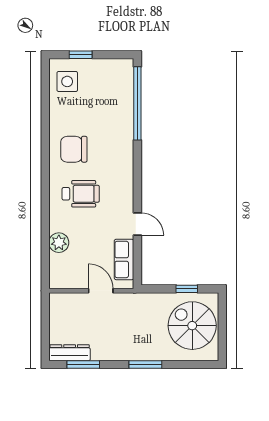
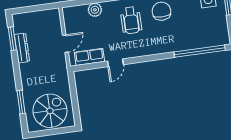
window: (187, 289) -> (75, 104), removed
dresser: (70, 353) -> (22, 48), moved
window: (145, 364) -> (21, 102), moved

